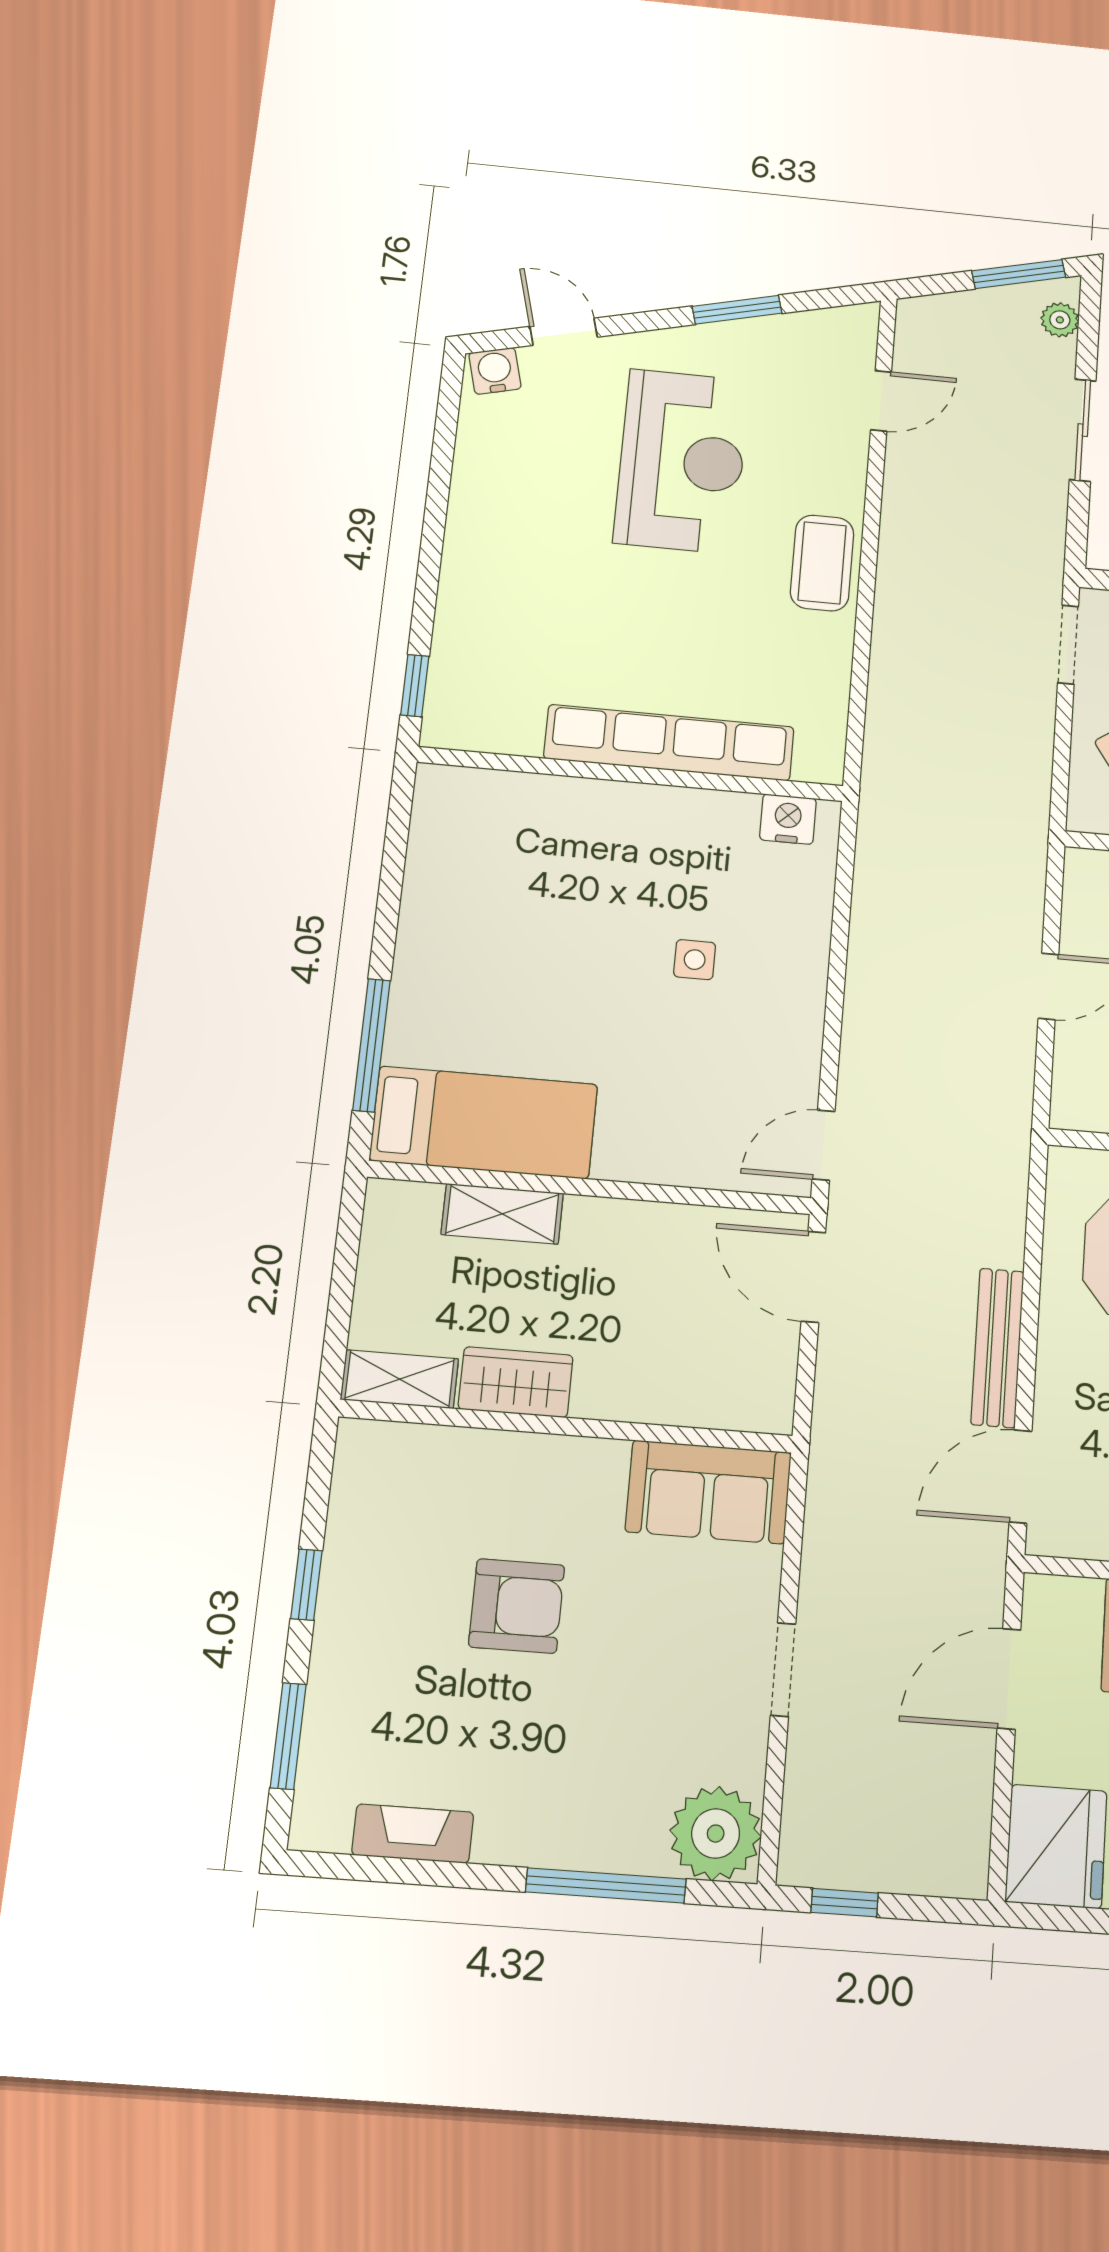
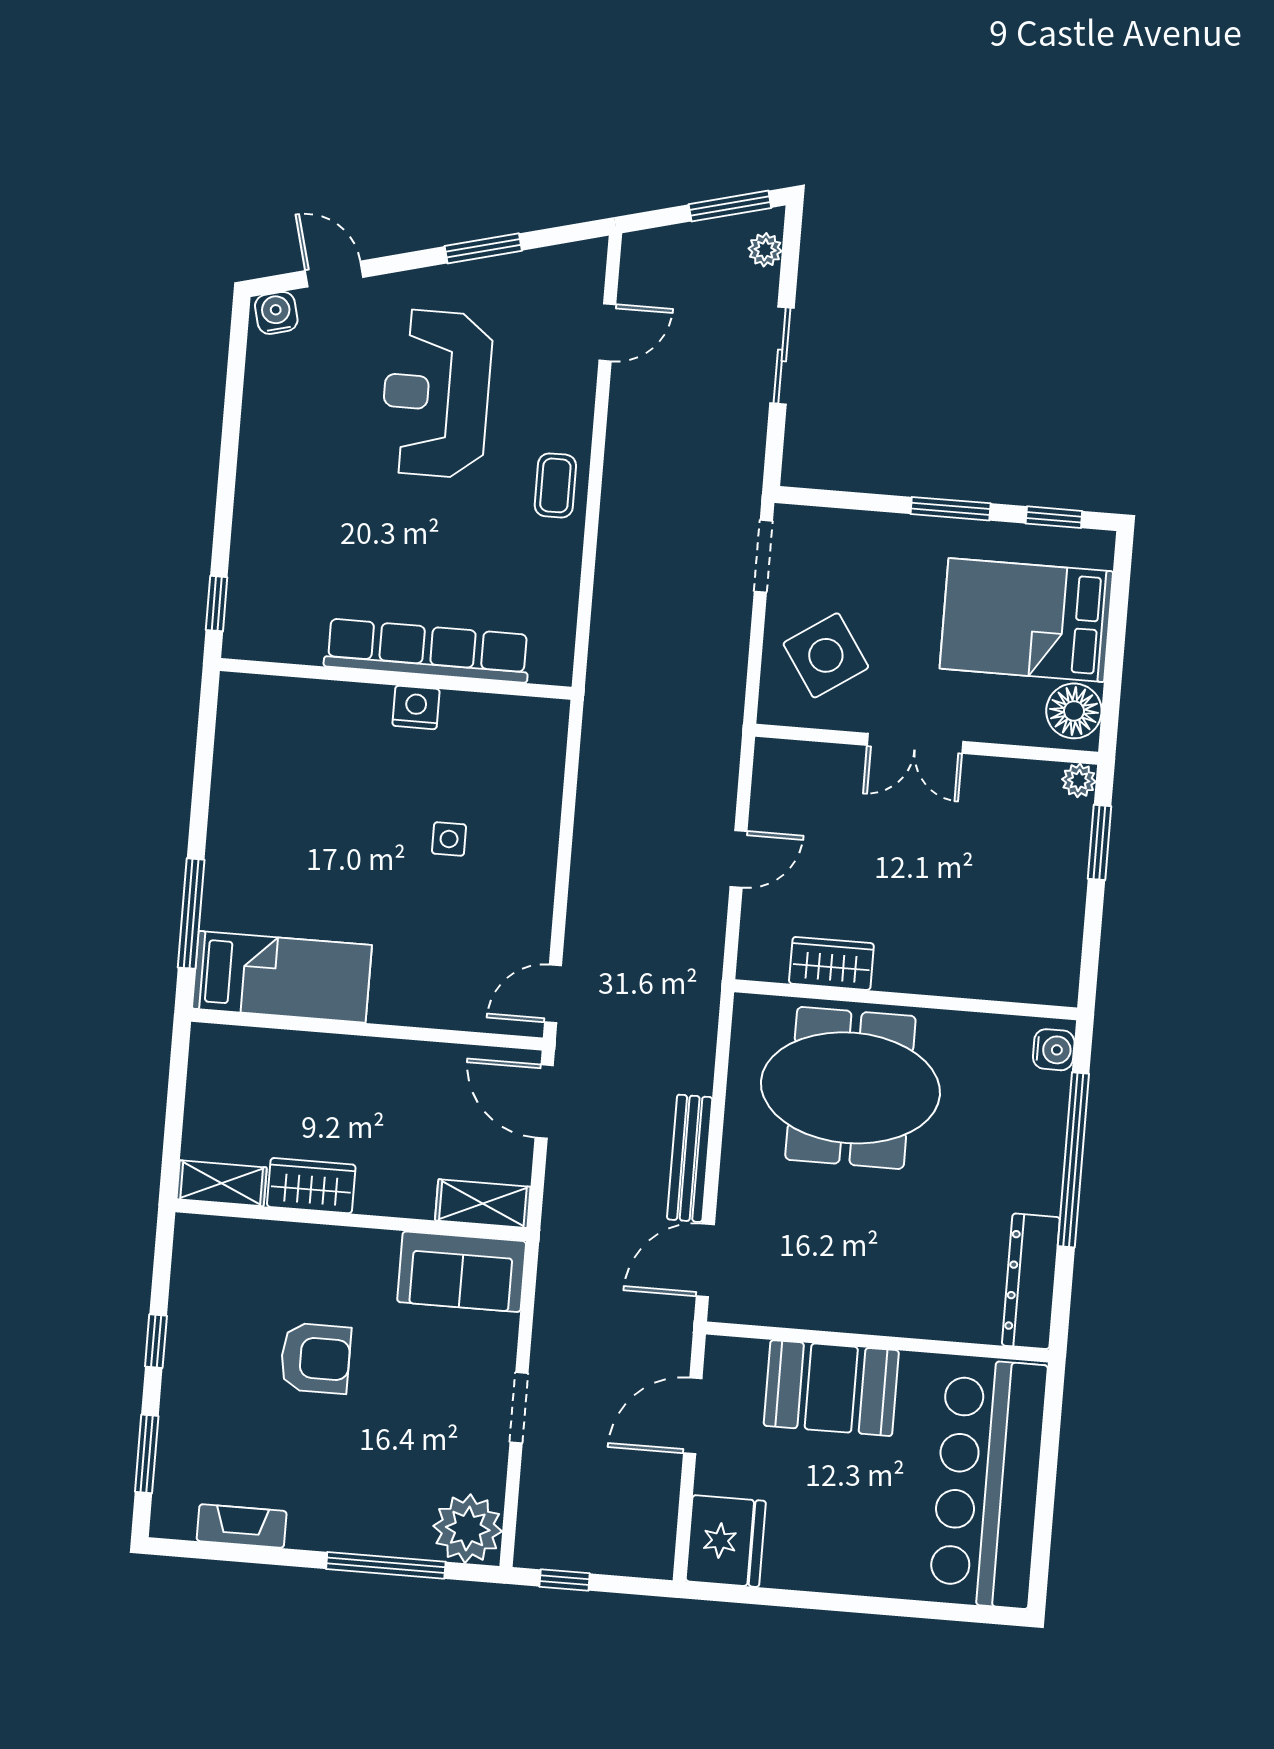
reception desk: (682, 461) -> (436, 394), turned 180
coffee table: (822, 563) -> (555, 485), width x0.73, depth x0.77
nightstand: (788, 819) -> (416, 707), moved
shelving: (502, 1214) -> (483, 1204), moved

